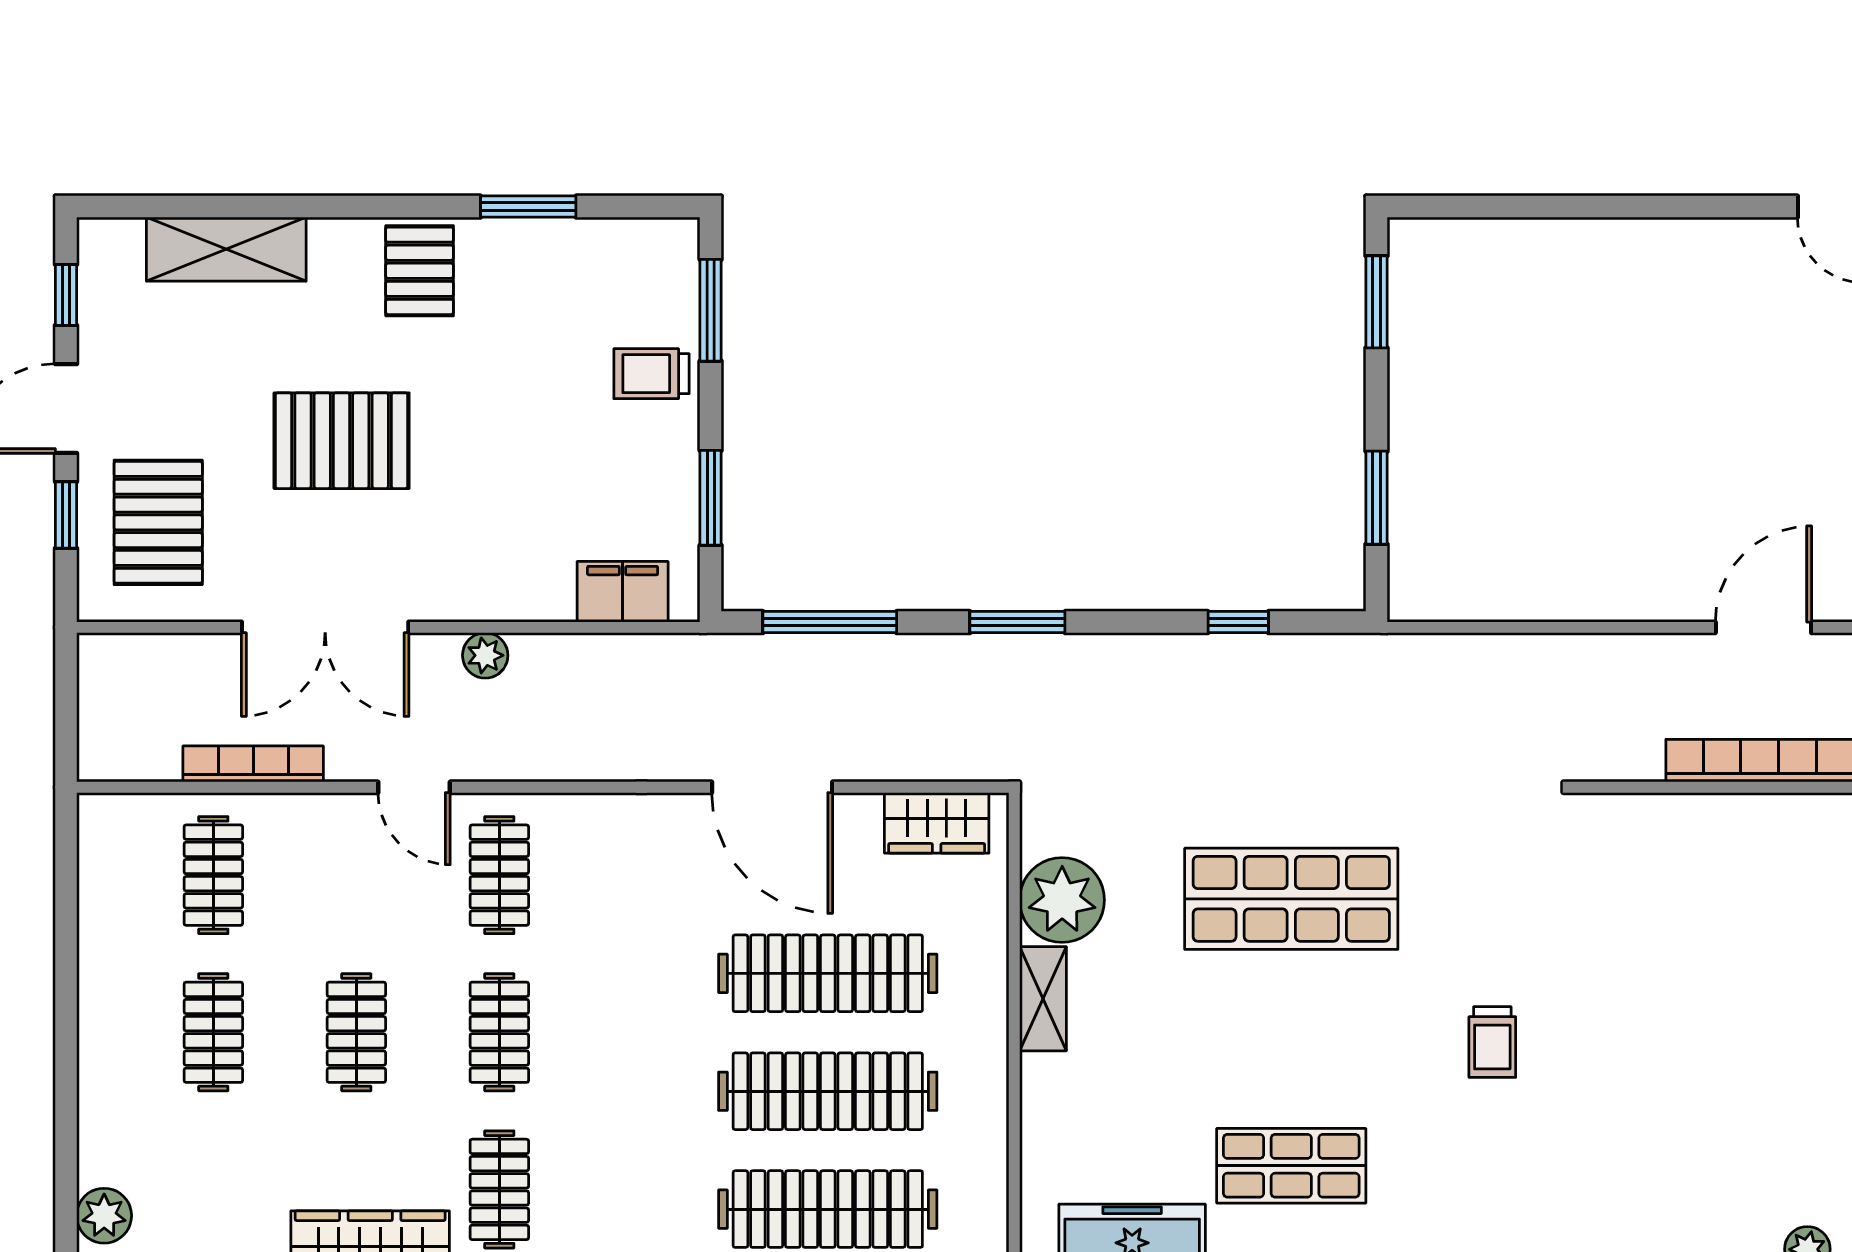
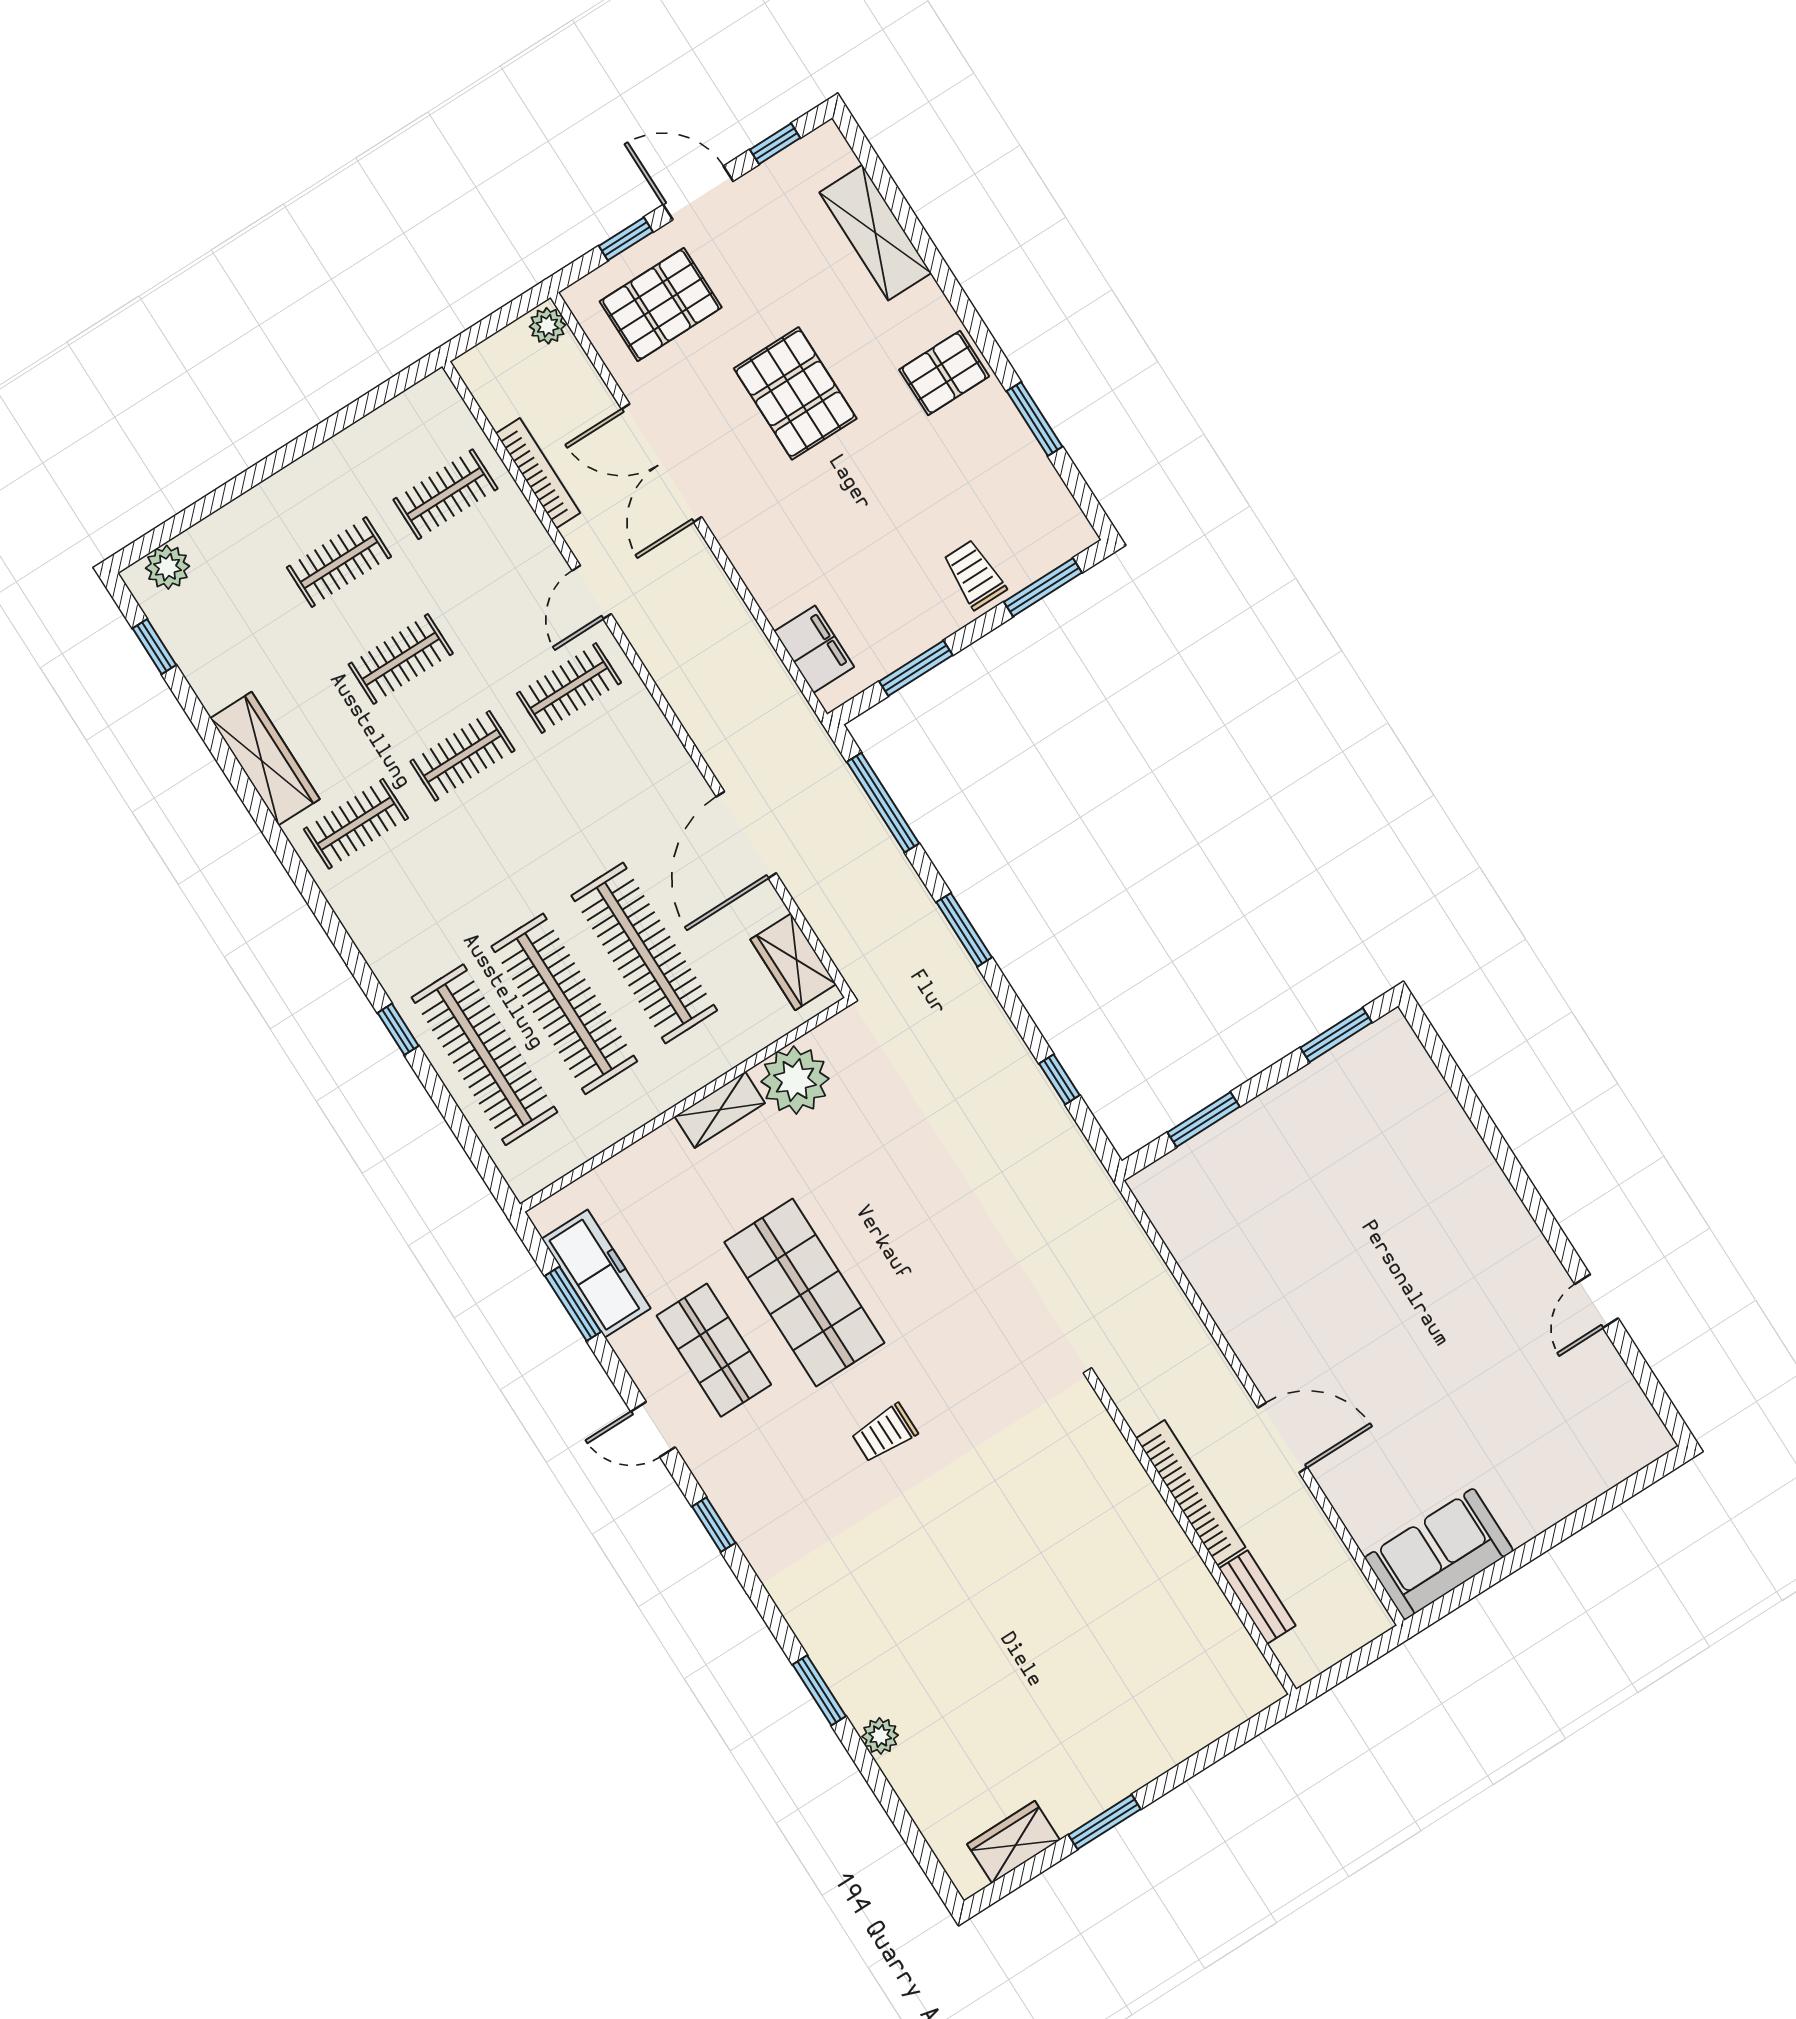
plant: (485, 655) -> (547, 326), moved
shop shelf: (1291, 899) -> (804, 1293), moved

